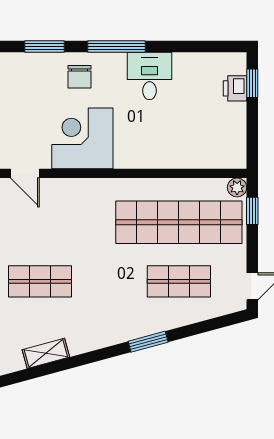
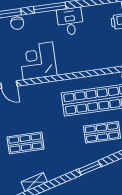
chair: (79, 77) -> (17, 23), moved

